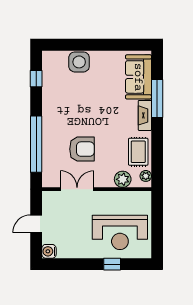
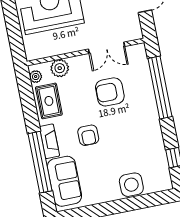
window: (157, 98) -> (40, 162), width x1.46
armchair: (109, 114) -> (88, 135), added

